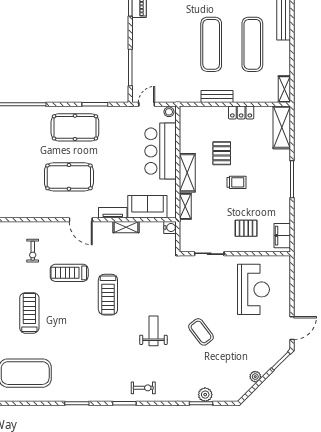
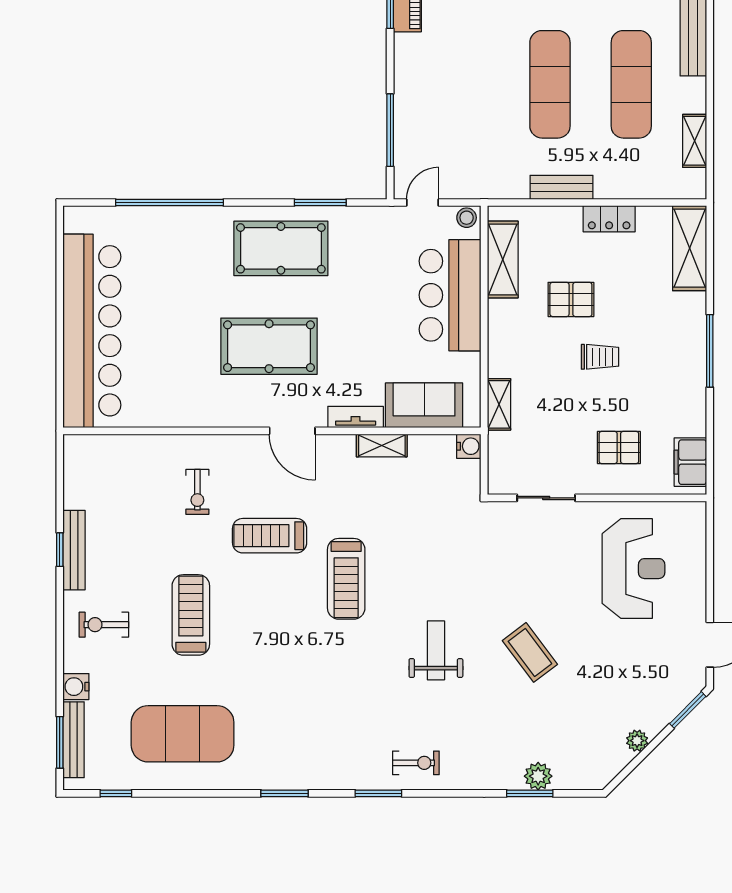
shelving: (284, 89) -> (695, 141), moved
pallet: (222, 153) -> (571, 299), turned 90
shelving: (187, 173) -> (503, 259), moved

